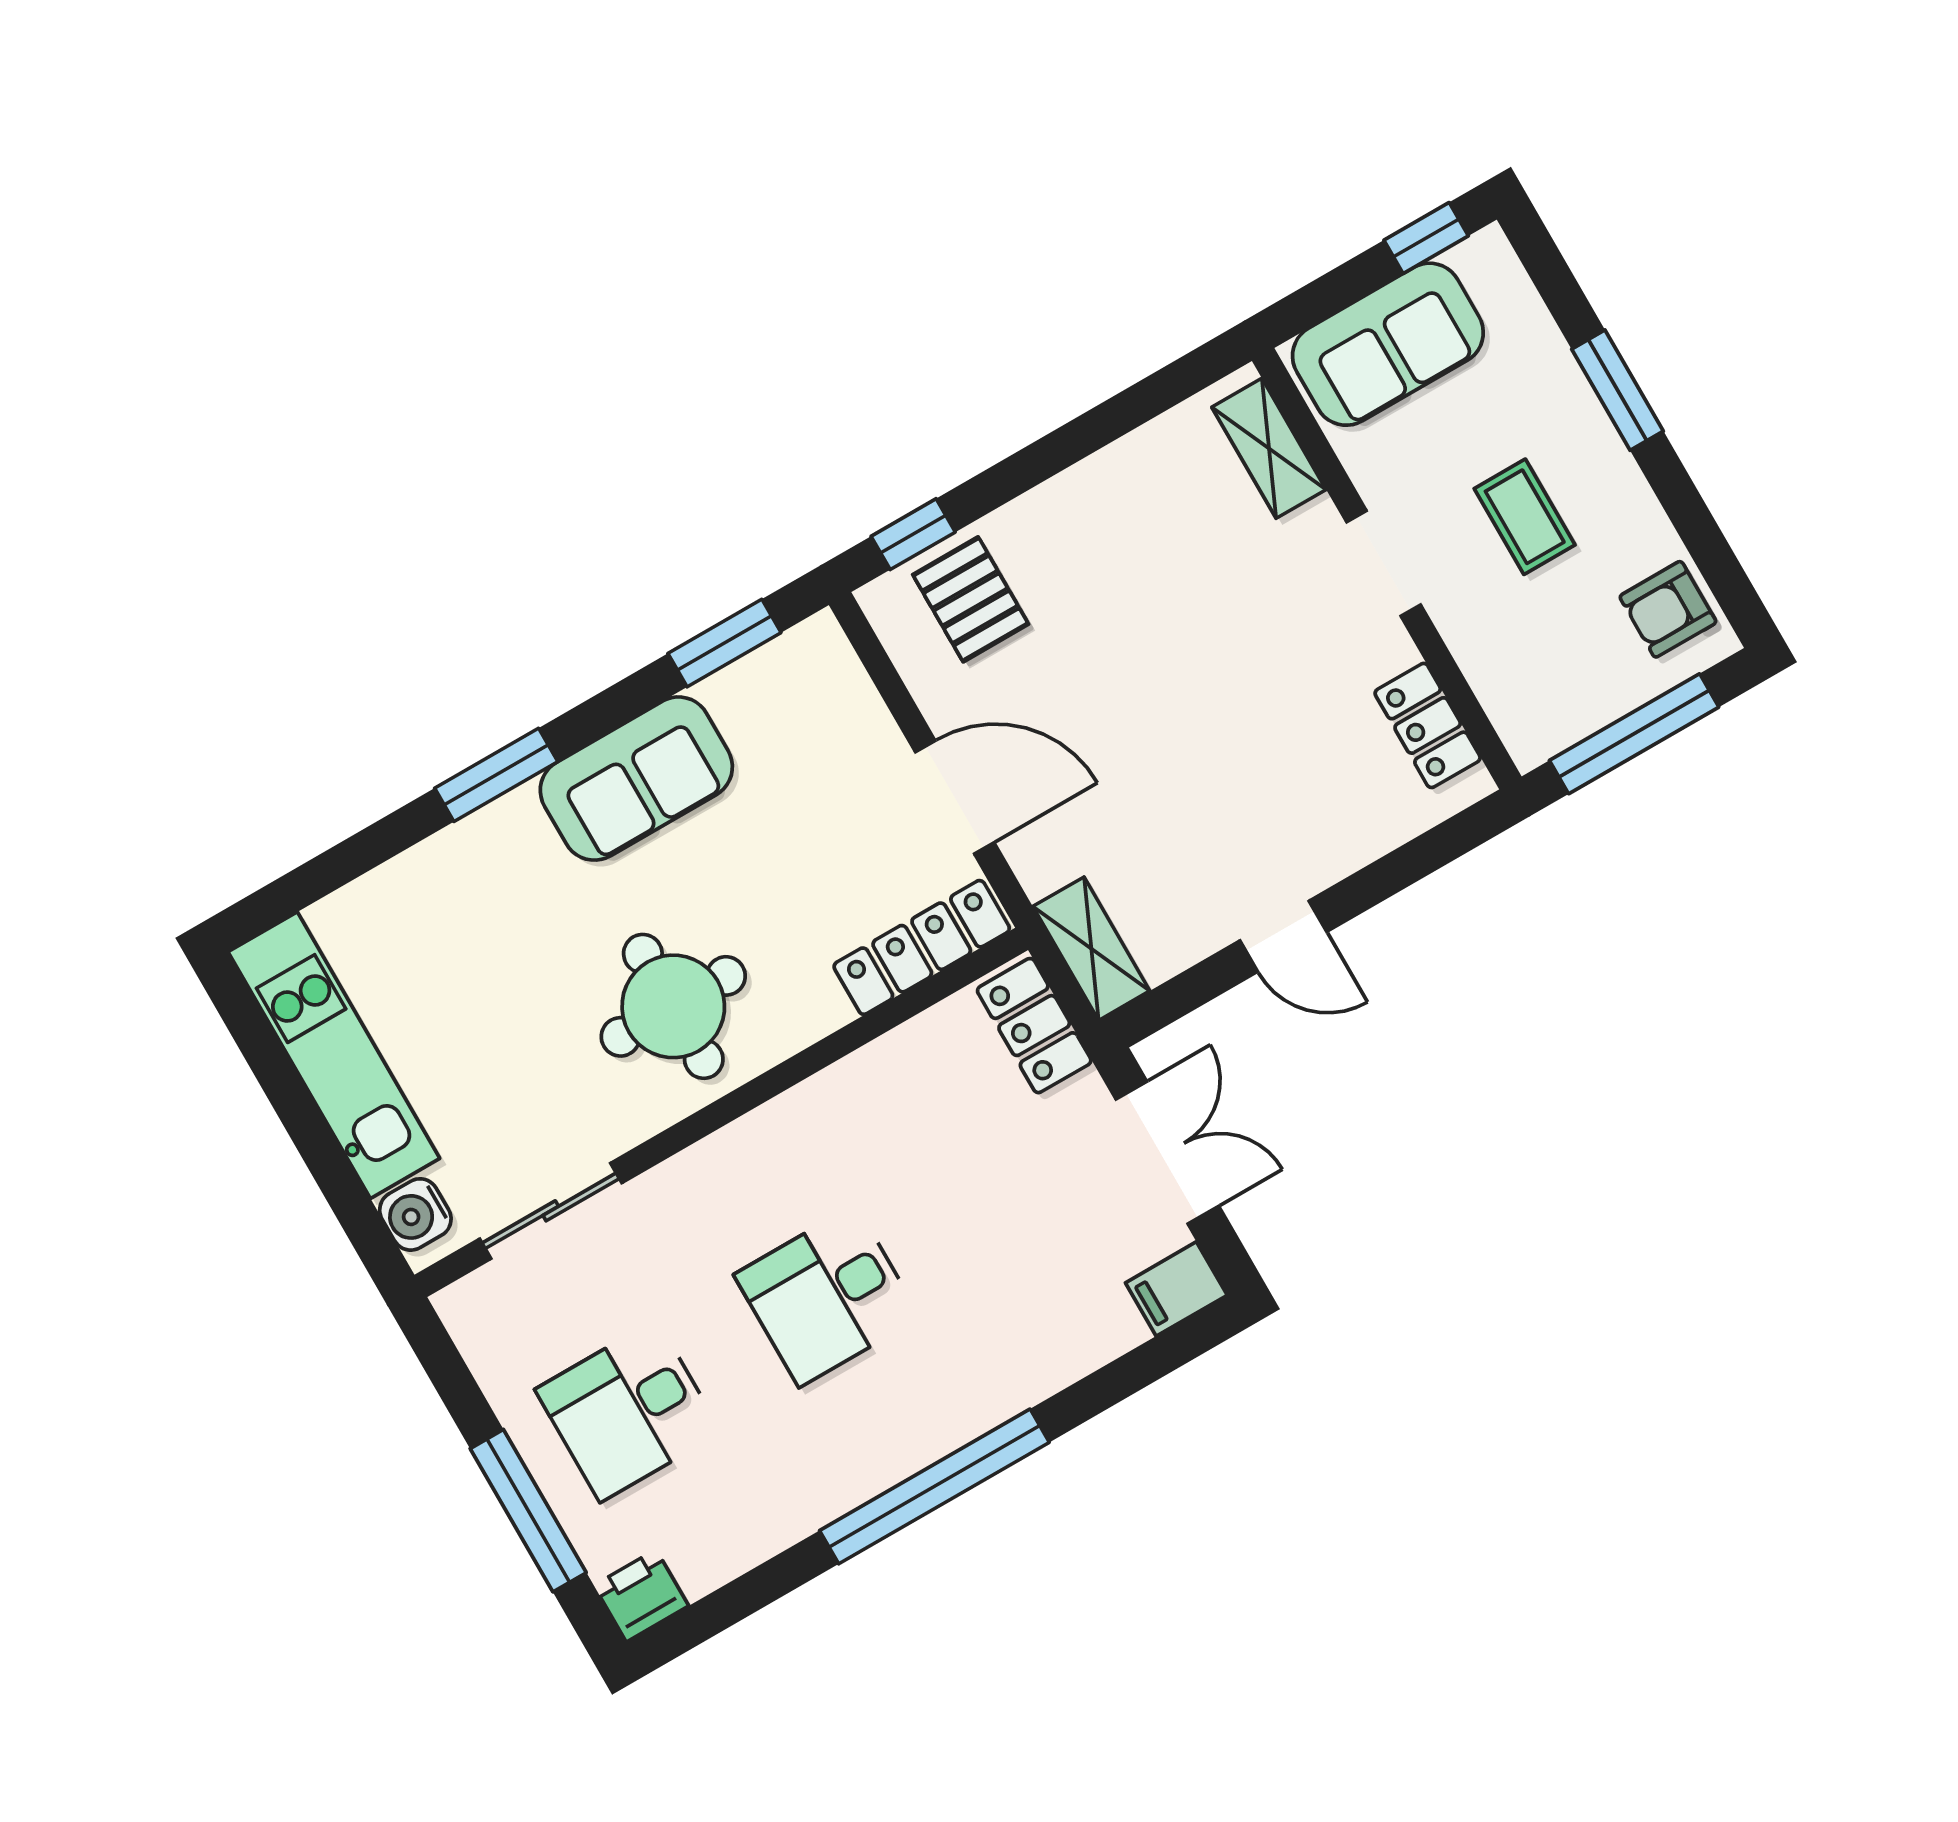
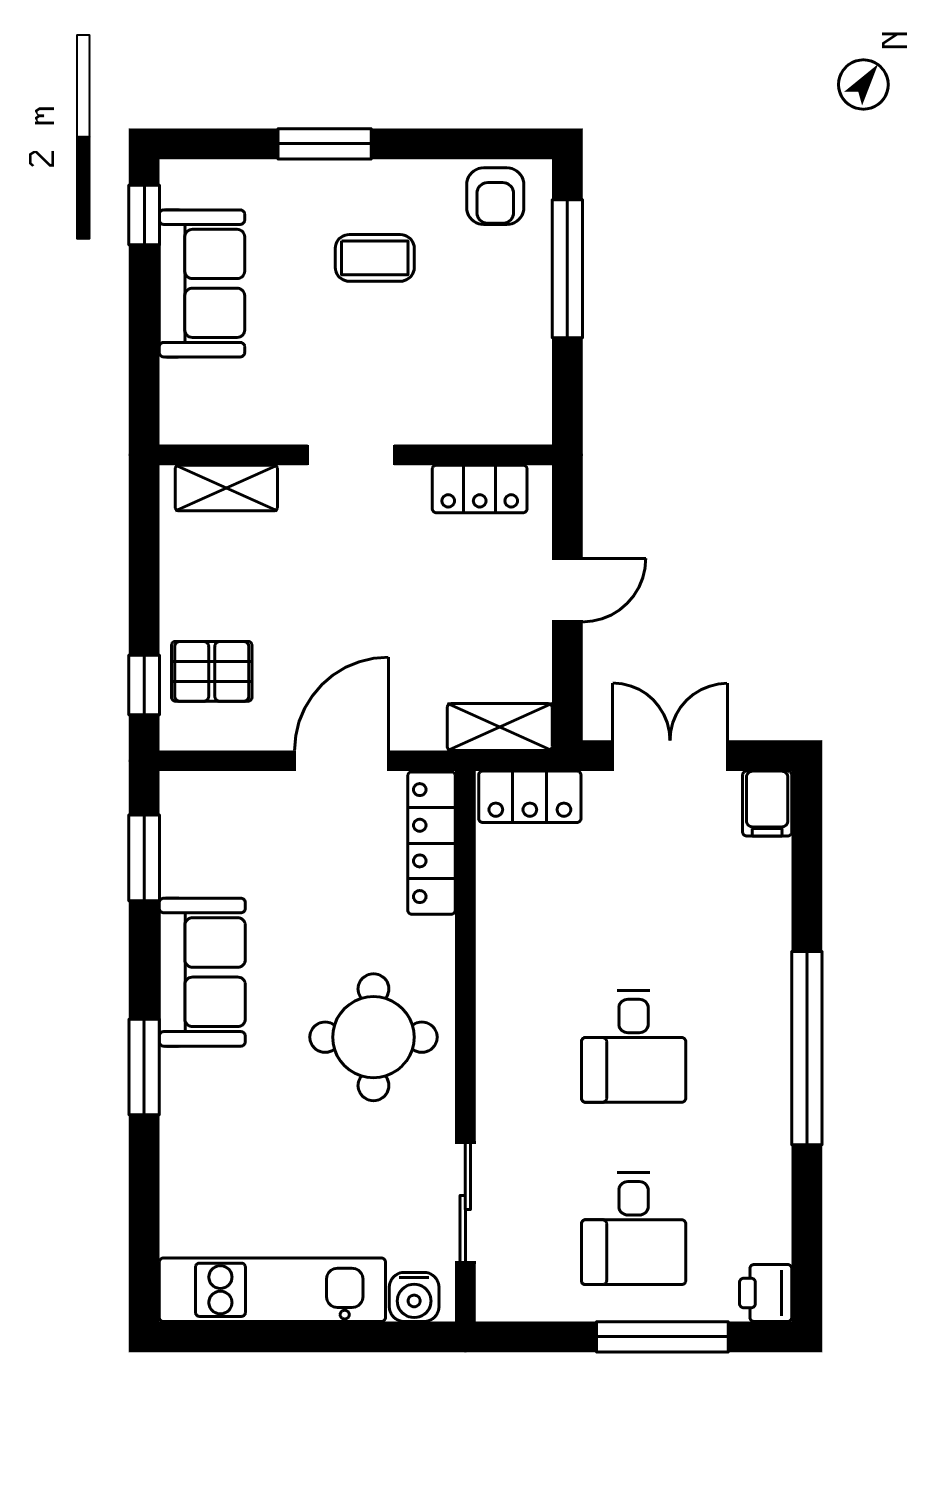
shelving: (1269, 448) -> (226, 488), moved
doorway: (1384, 563) -> (351, 455), moved
wall: (1387, 569) -> (356, 455), moved
locker: (1428, 725) -> (480, 489), moved

